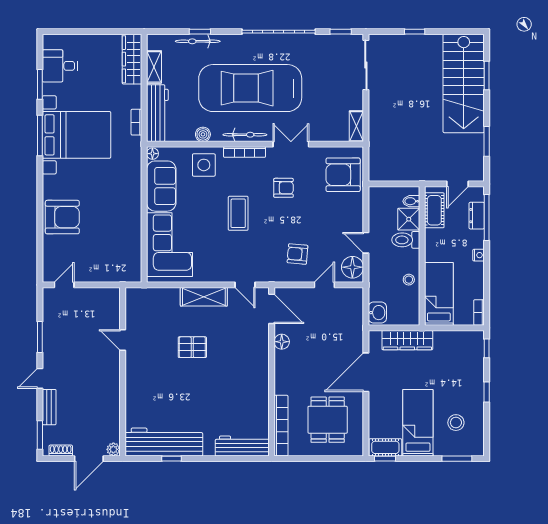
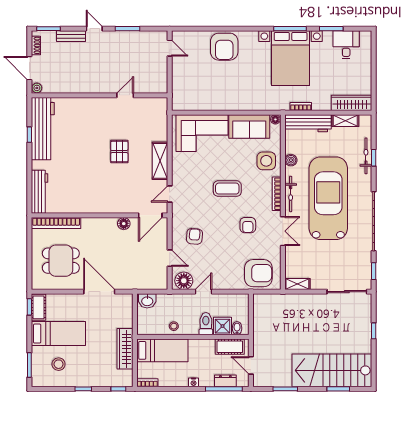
armchair: (343, 175) -> (258, 273), turned 90
wardrobe: (407, 340) -> (125, 349), moved

